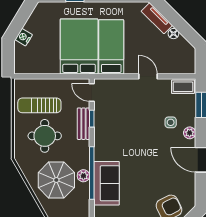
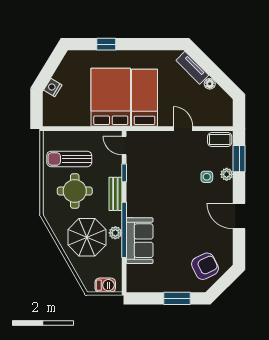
bench: (83, 124) -> (115, 194), moved
plant: (190, 133) -> (227, 174), moved

